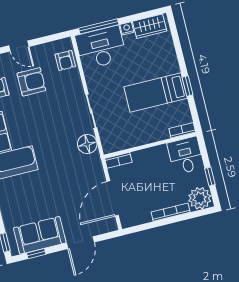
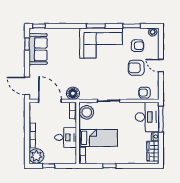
door: (19, 46) -> (161, 66), hinge flipped
armchair: (31, 82) -> (136, 68), turned 90
bed: (156, 93) -> (98, 138), moved, turned 90
stool: (116, 139) -> (87, 112), added
floor lamp: (87, 144) -> (73, 93), moved
desk: (186, 156) -> (66, 137), moved
door: (80, 243) -> (27, 86), moved

